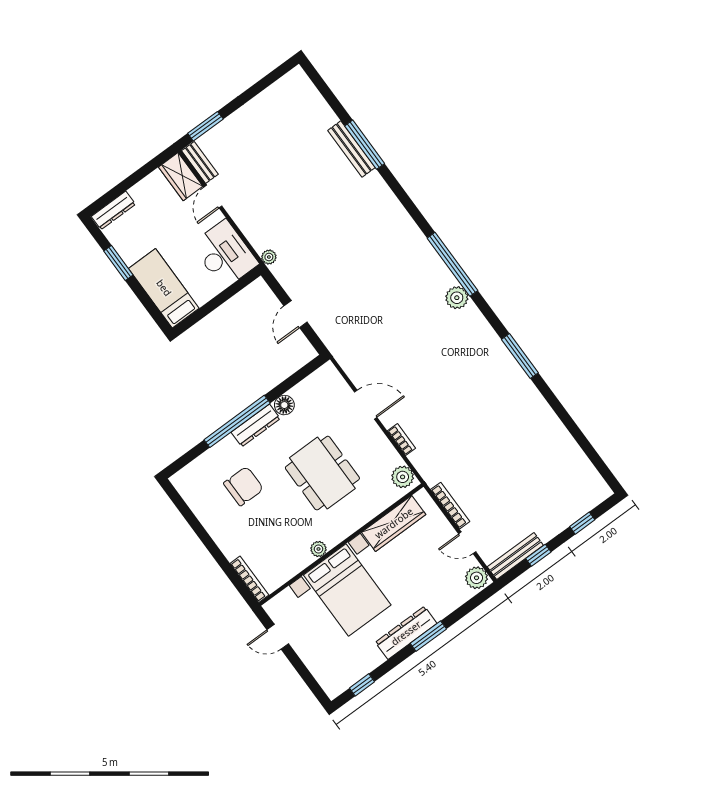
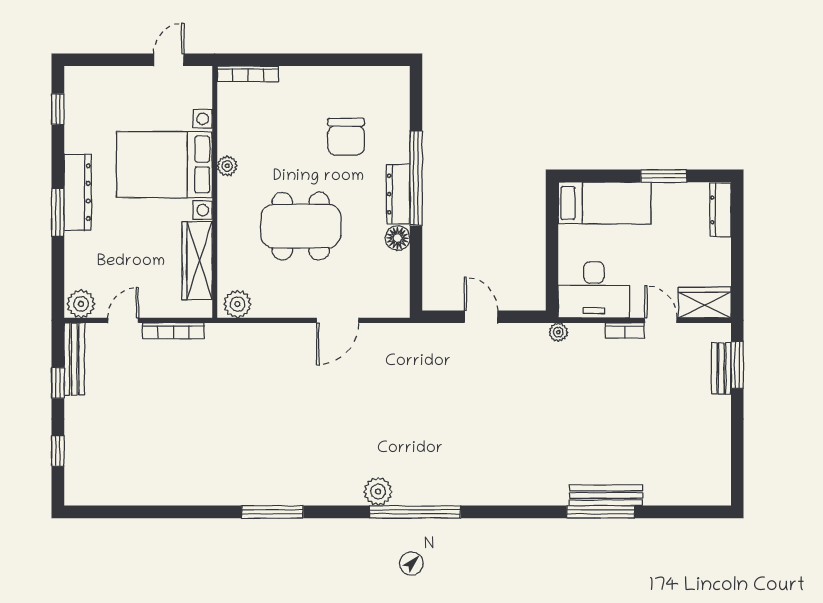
bench: (200, 162) -> (721, 368), moved, turned 90
bookcase: (401, 440) -> (625, 331), moved

